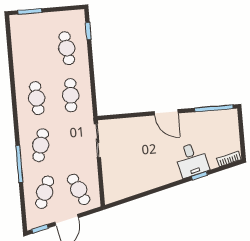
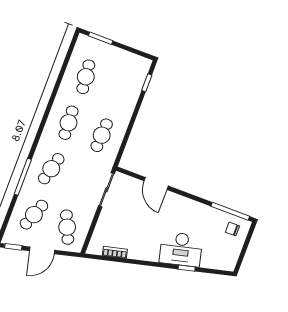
cafe table: (67, 48) -> (86, 77), moved
door: (166, 112) -> (156, 183), moved
chair: (223, 123) -> (232, 229), added
bookcase: (229, 159) -> (115, 252), moved
desk: (192, 160) -> (181, 249), width x1.37

